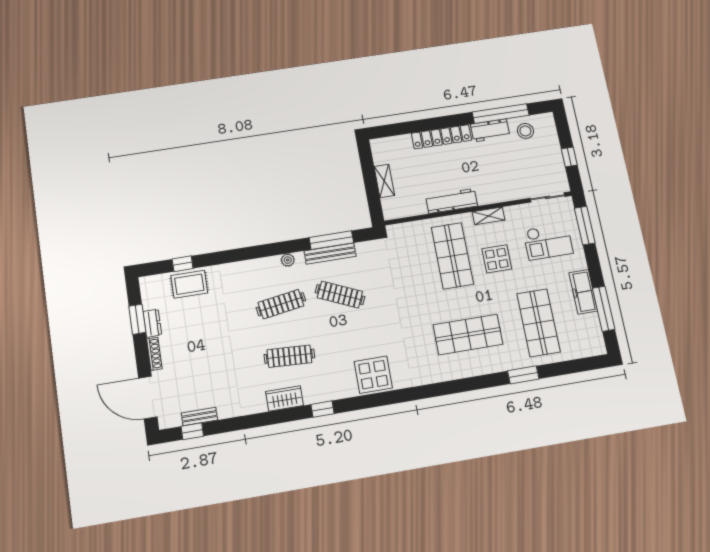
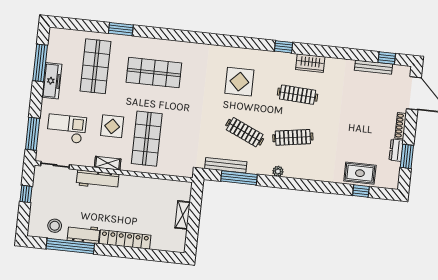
workbench: (452, 201) -> (98, 180), moved
bench: (330, 254) -> (226, 165), moved
display table: (373, 375) -> (239, 82), moved
bench: (199, 416) -> (374, 67), width x1.36

